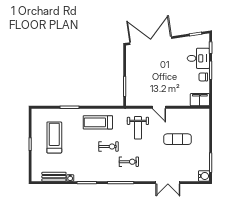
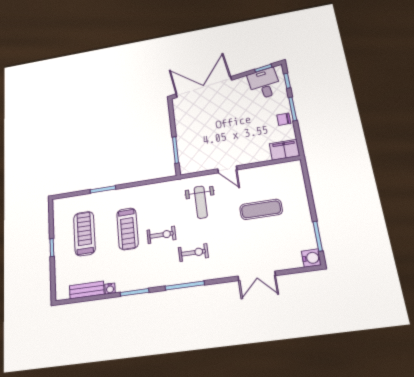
desk: (198, 58) -> (264, 84), moved, turned -98
treadmill: (98, 122) -> (127, 229), moved, turned -90

